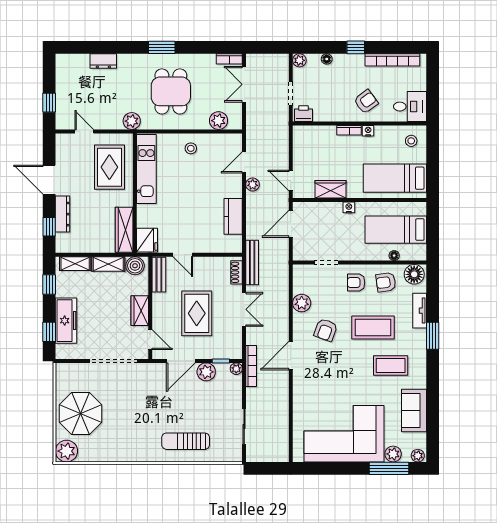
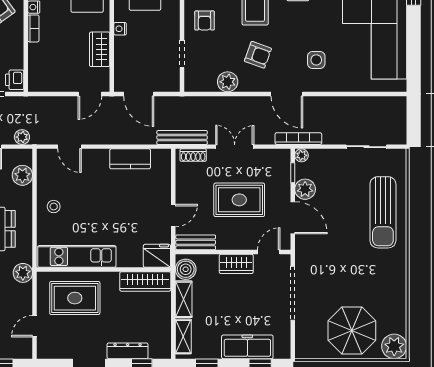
plant: (253, 185) -> (22, 137), moved
side table: (321, 382) -> (316, 60), added
sun lounger: (186, 441) -> (383, 212), width x1.36, depth x1.34

